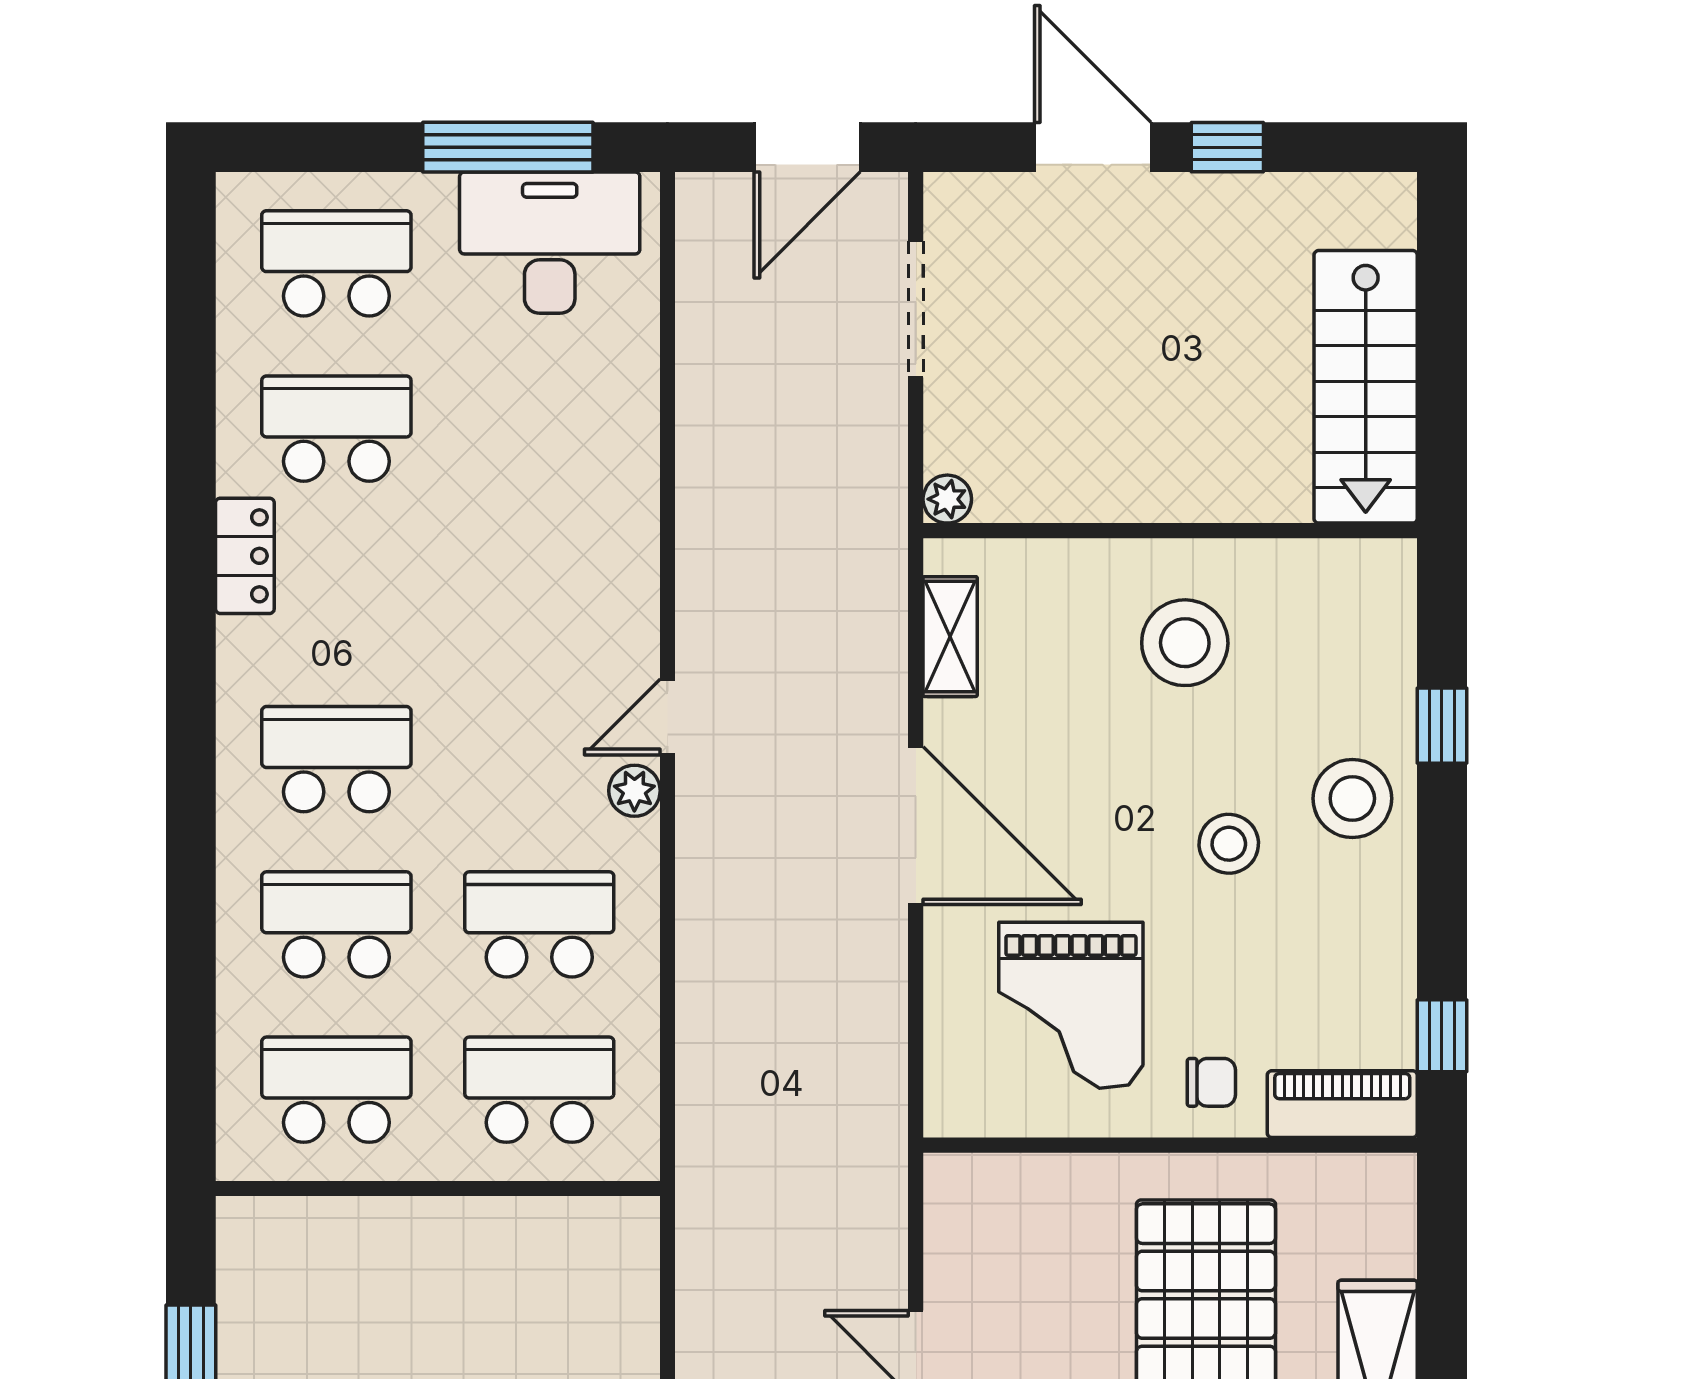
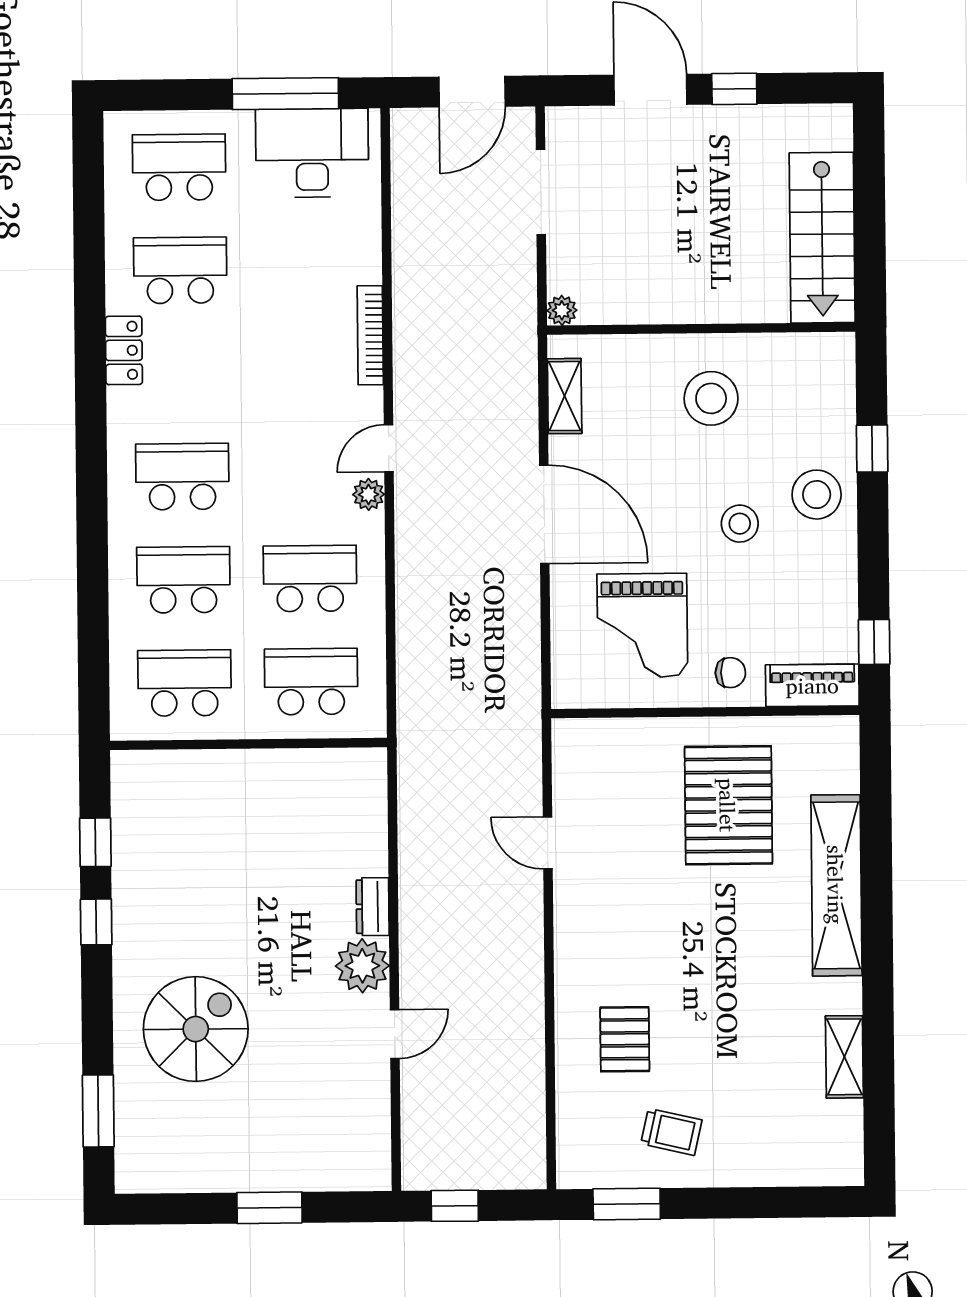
bookcase: (640, 536) -> (370, 335), added

